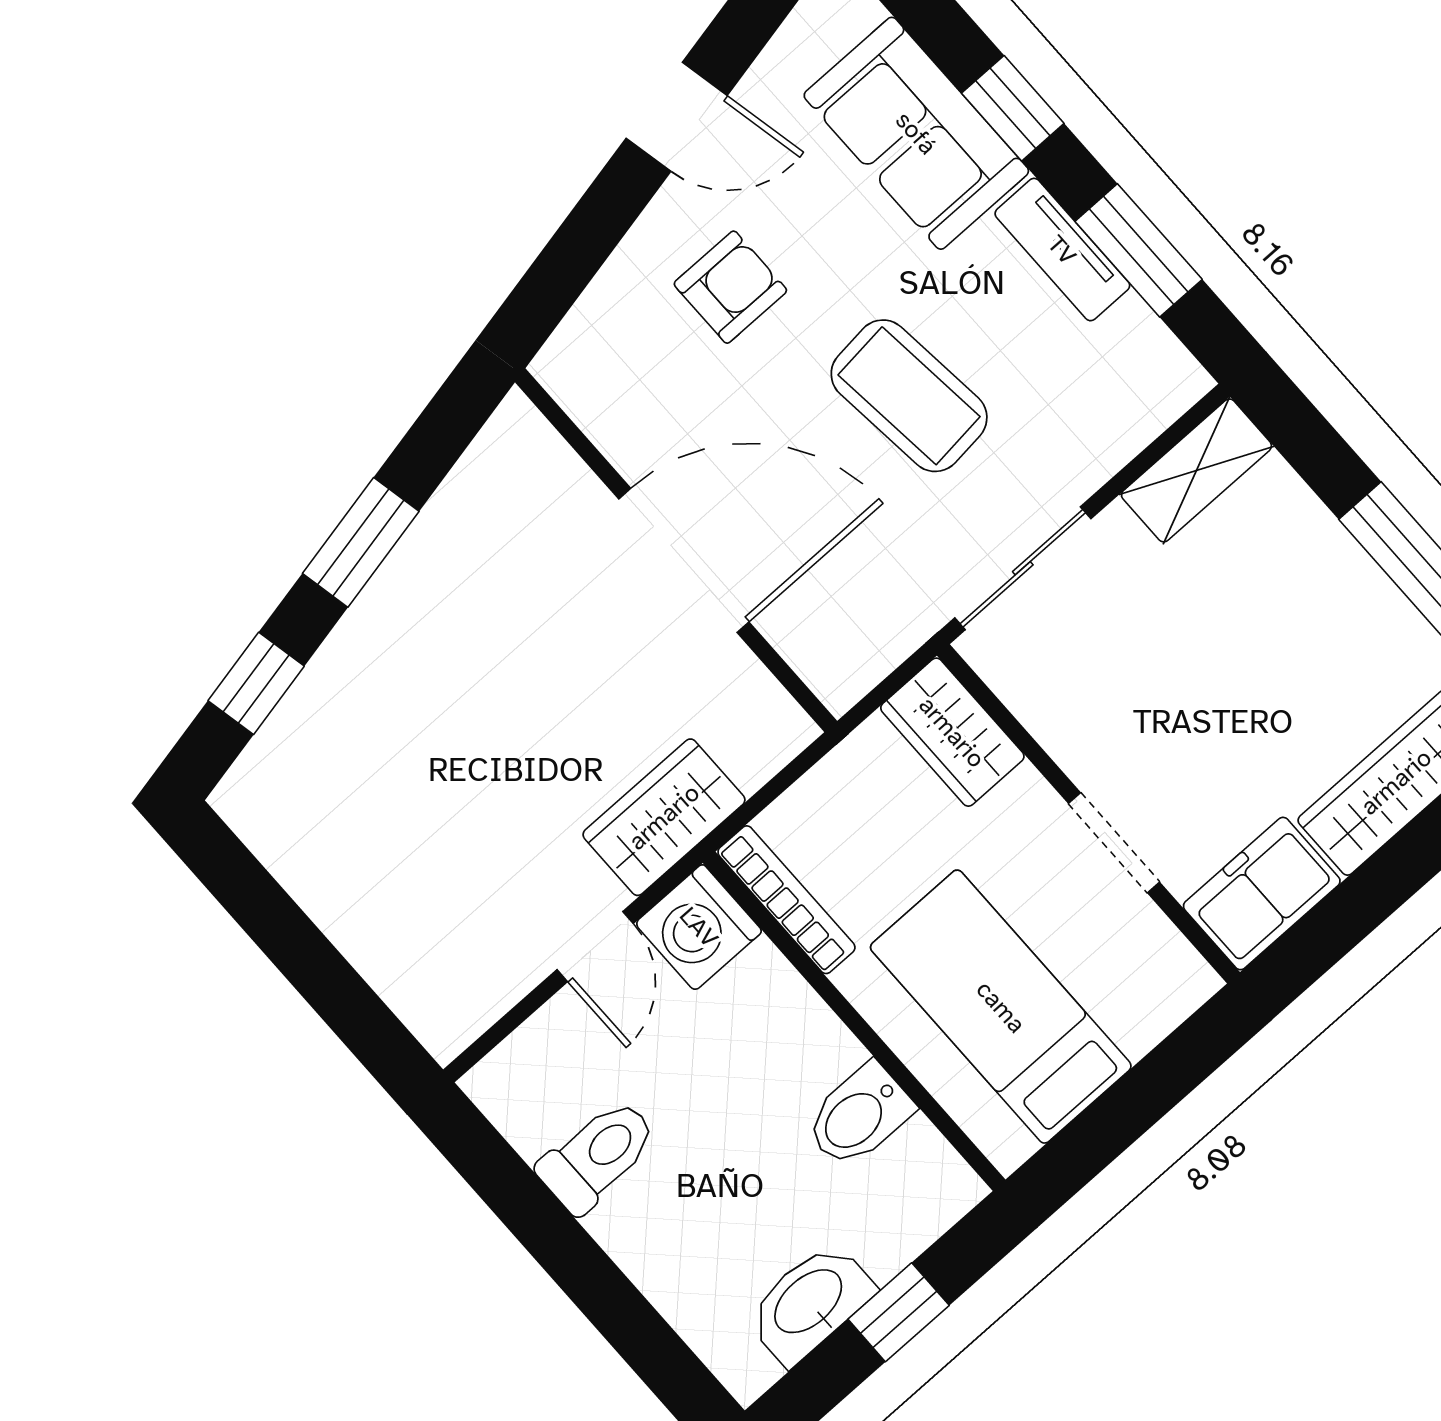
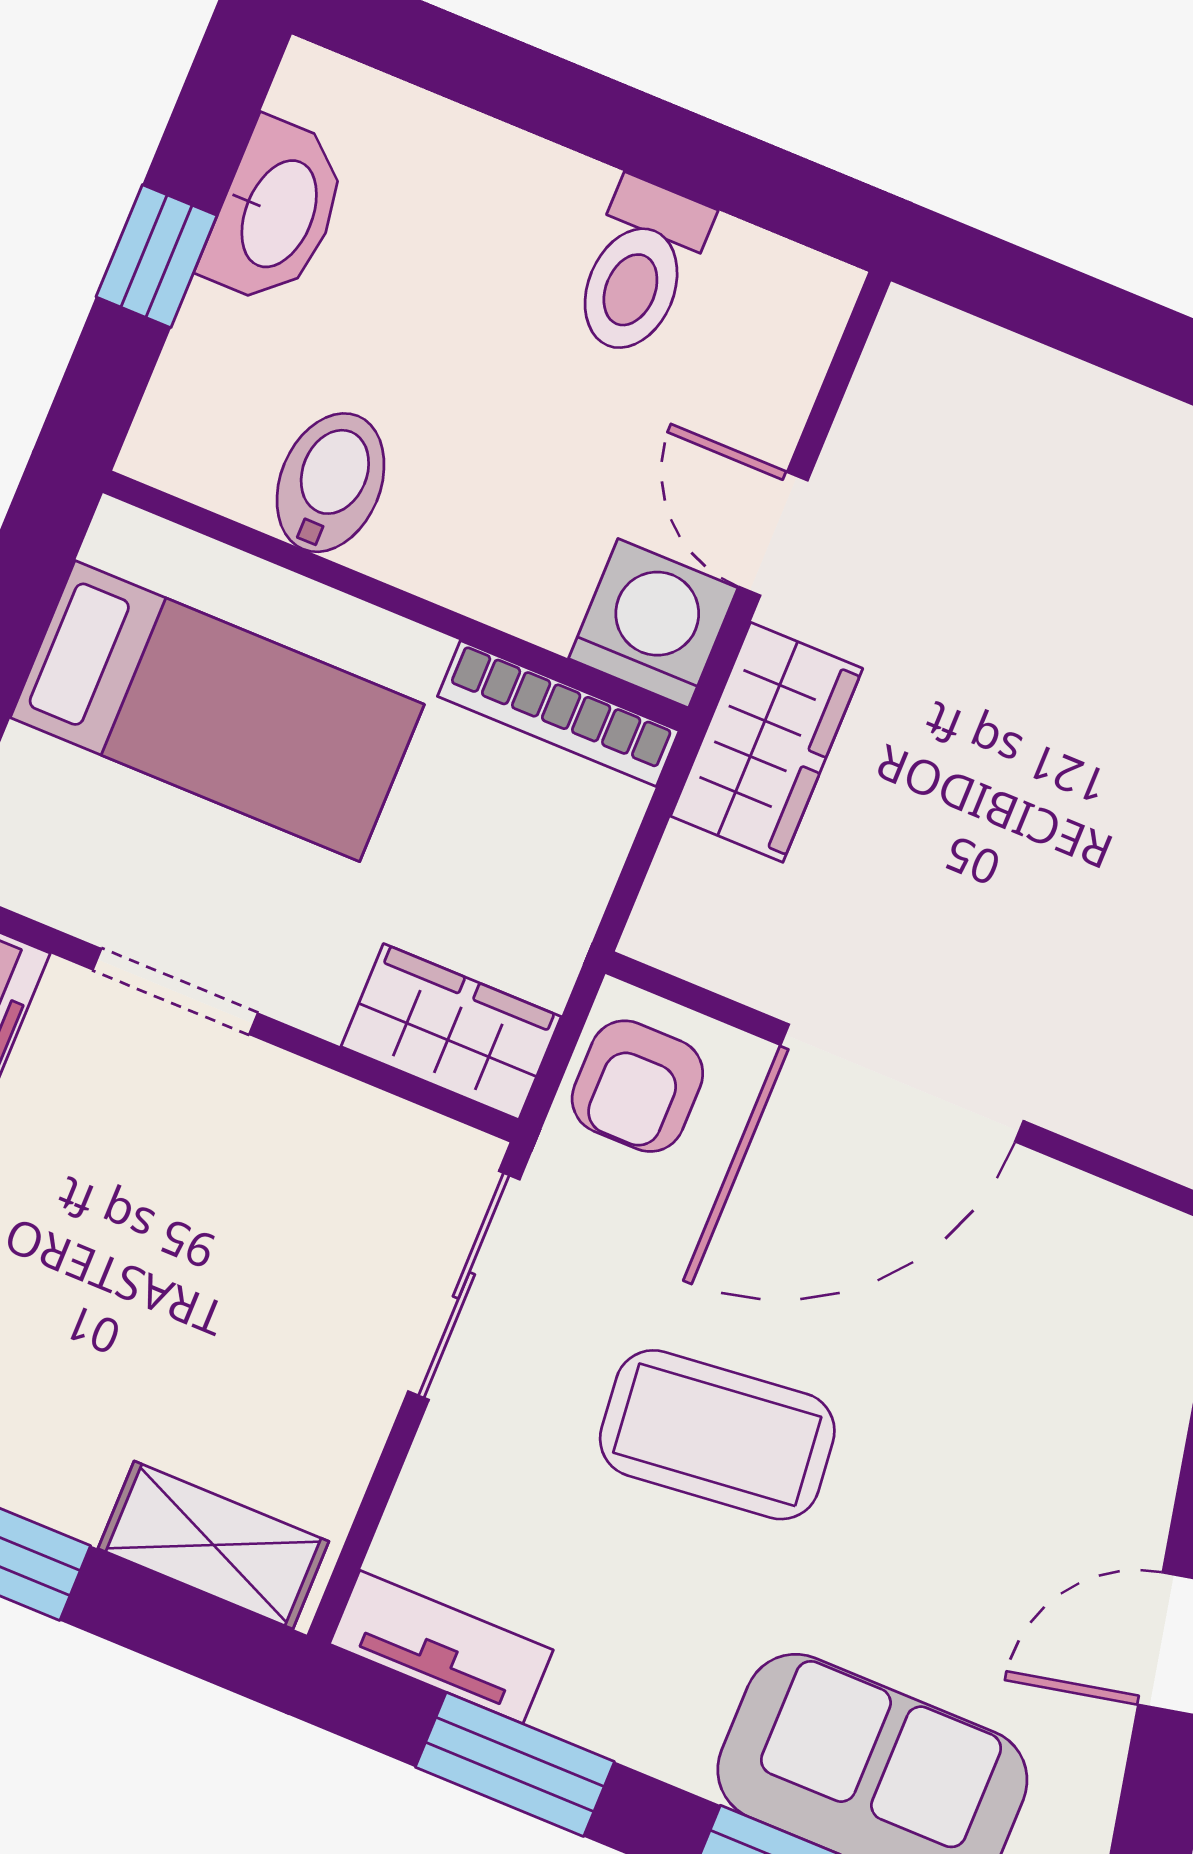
tv unit: (1062, 250) -> (441, 1647), moved
armchair: (730, 287) -> (637, 1086), moved
shelving: (1196, 470) -> (213, 1545), moved, turned 90

